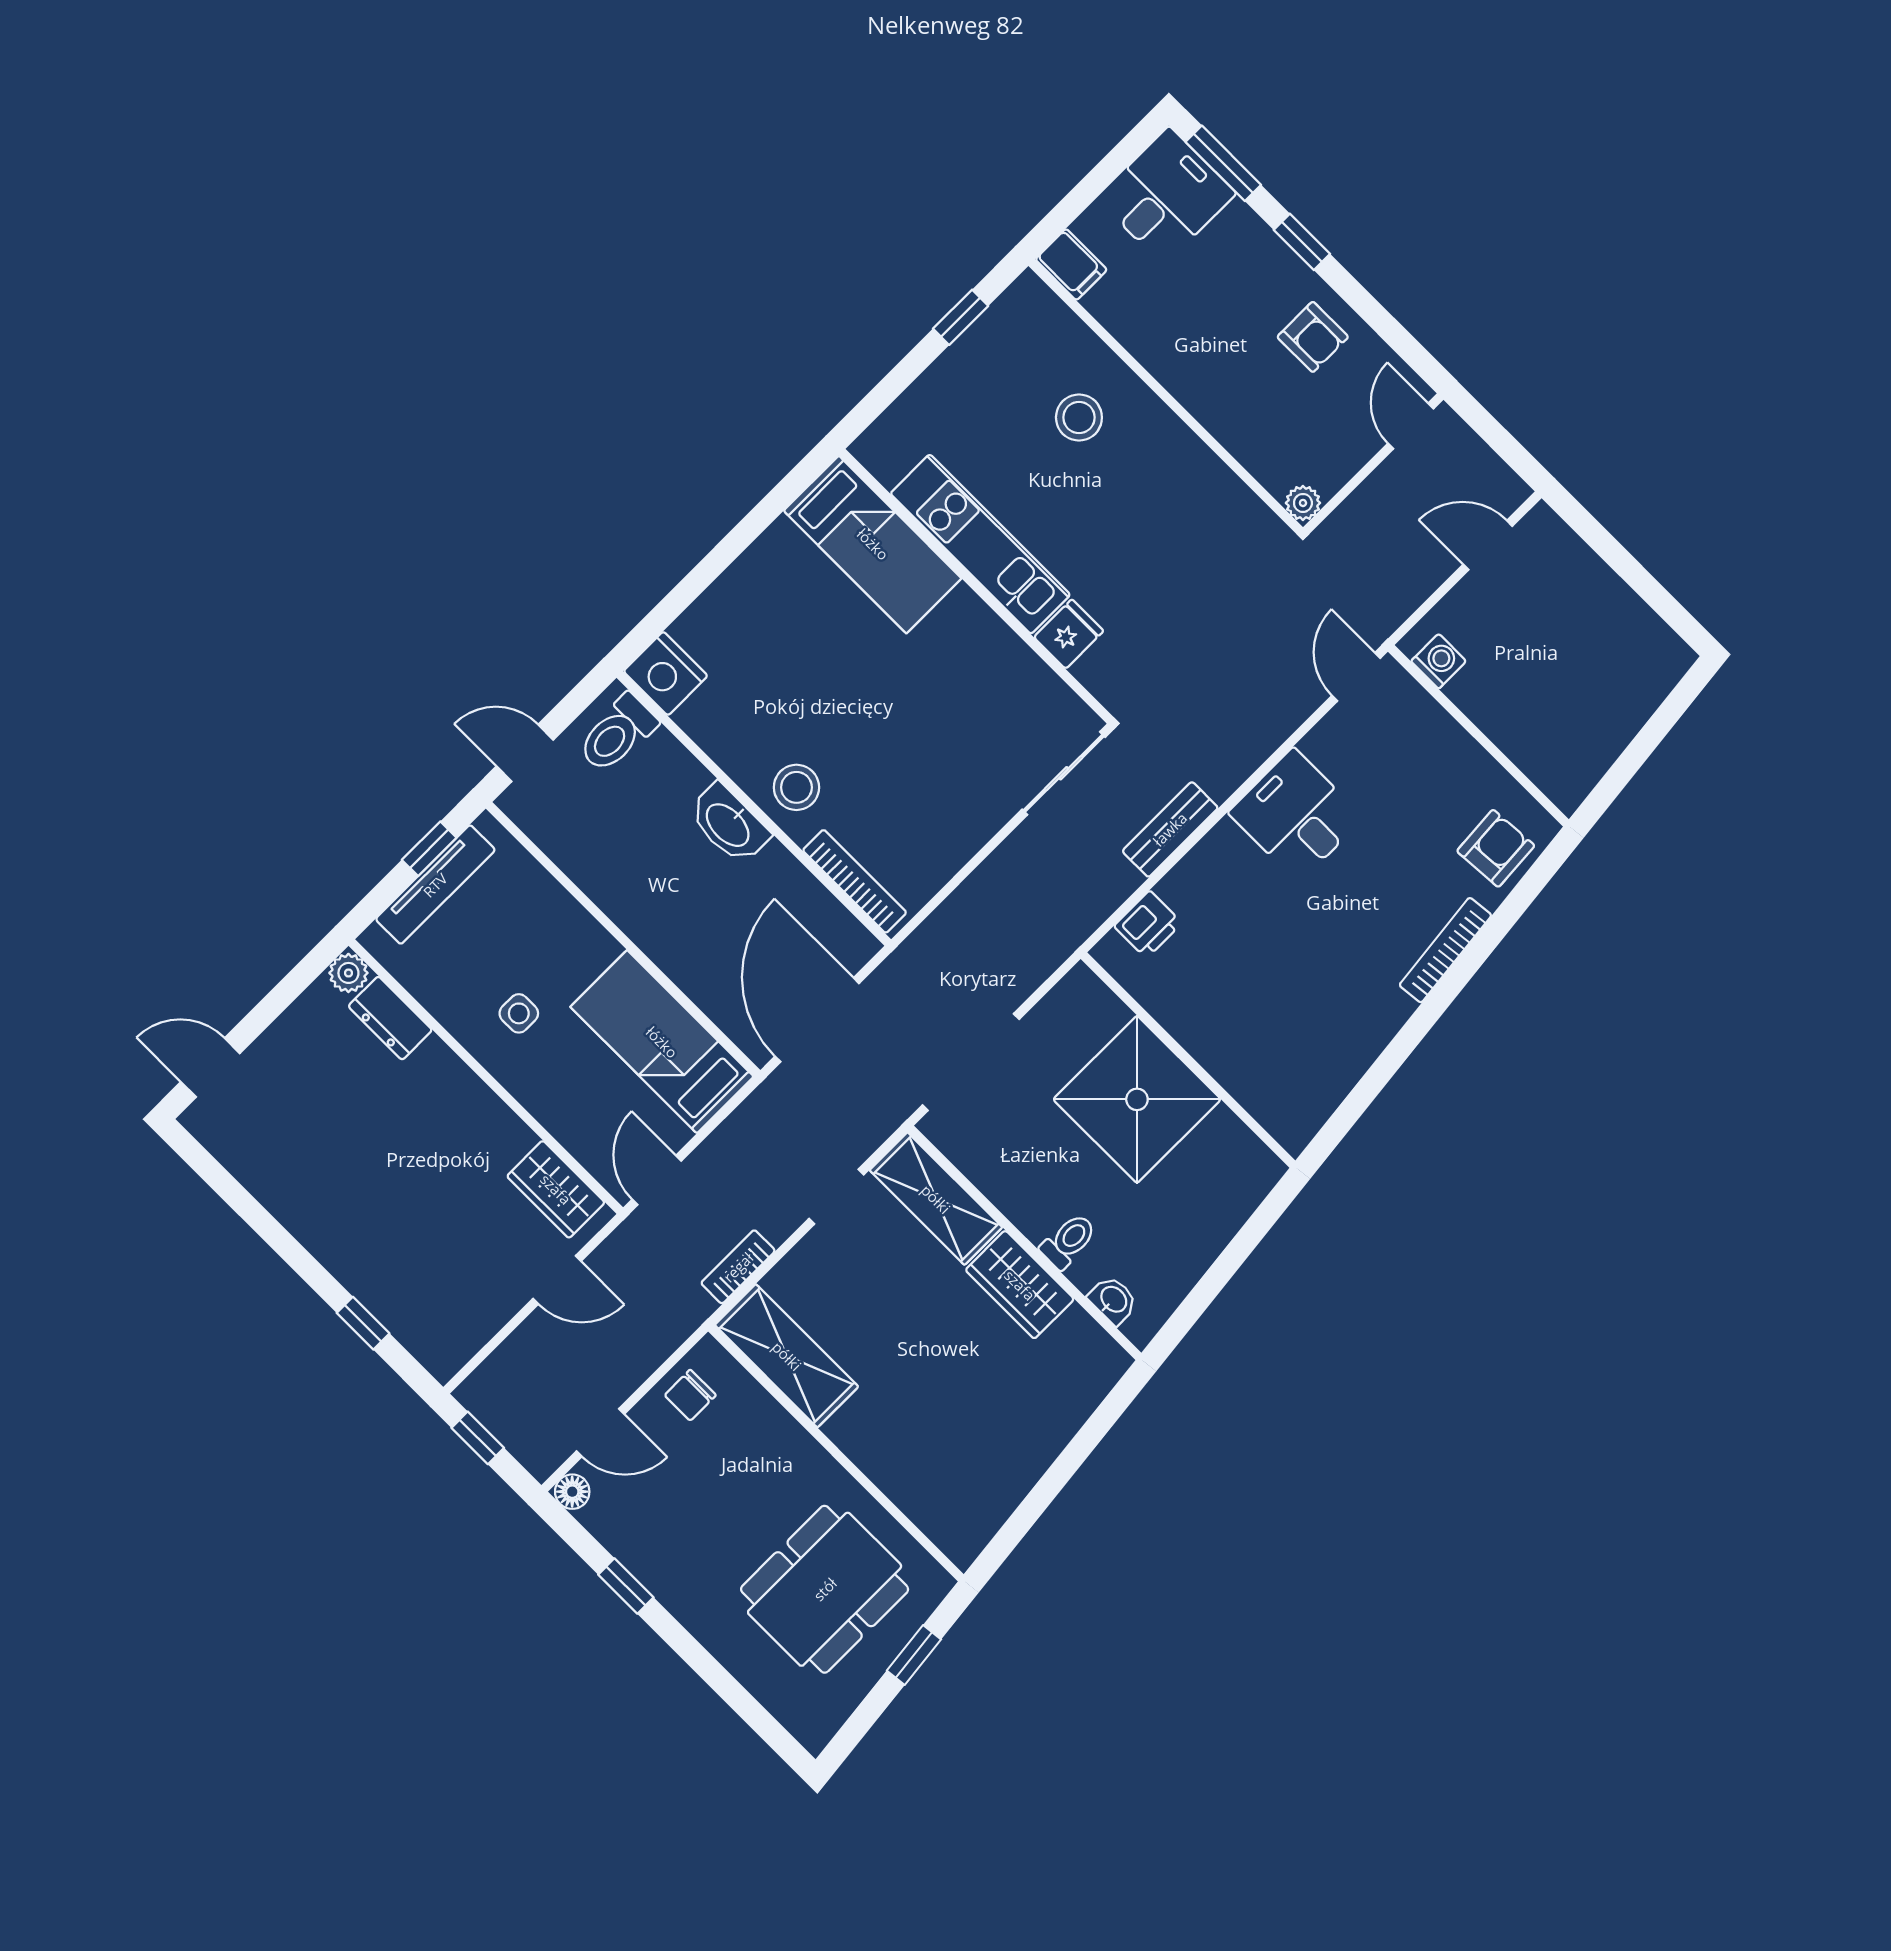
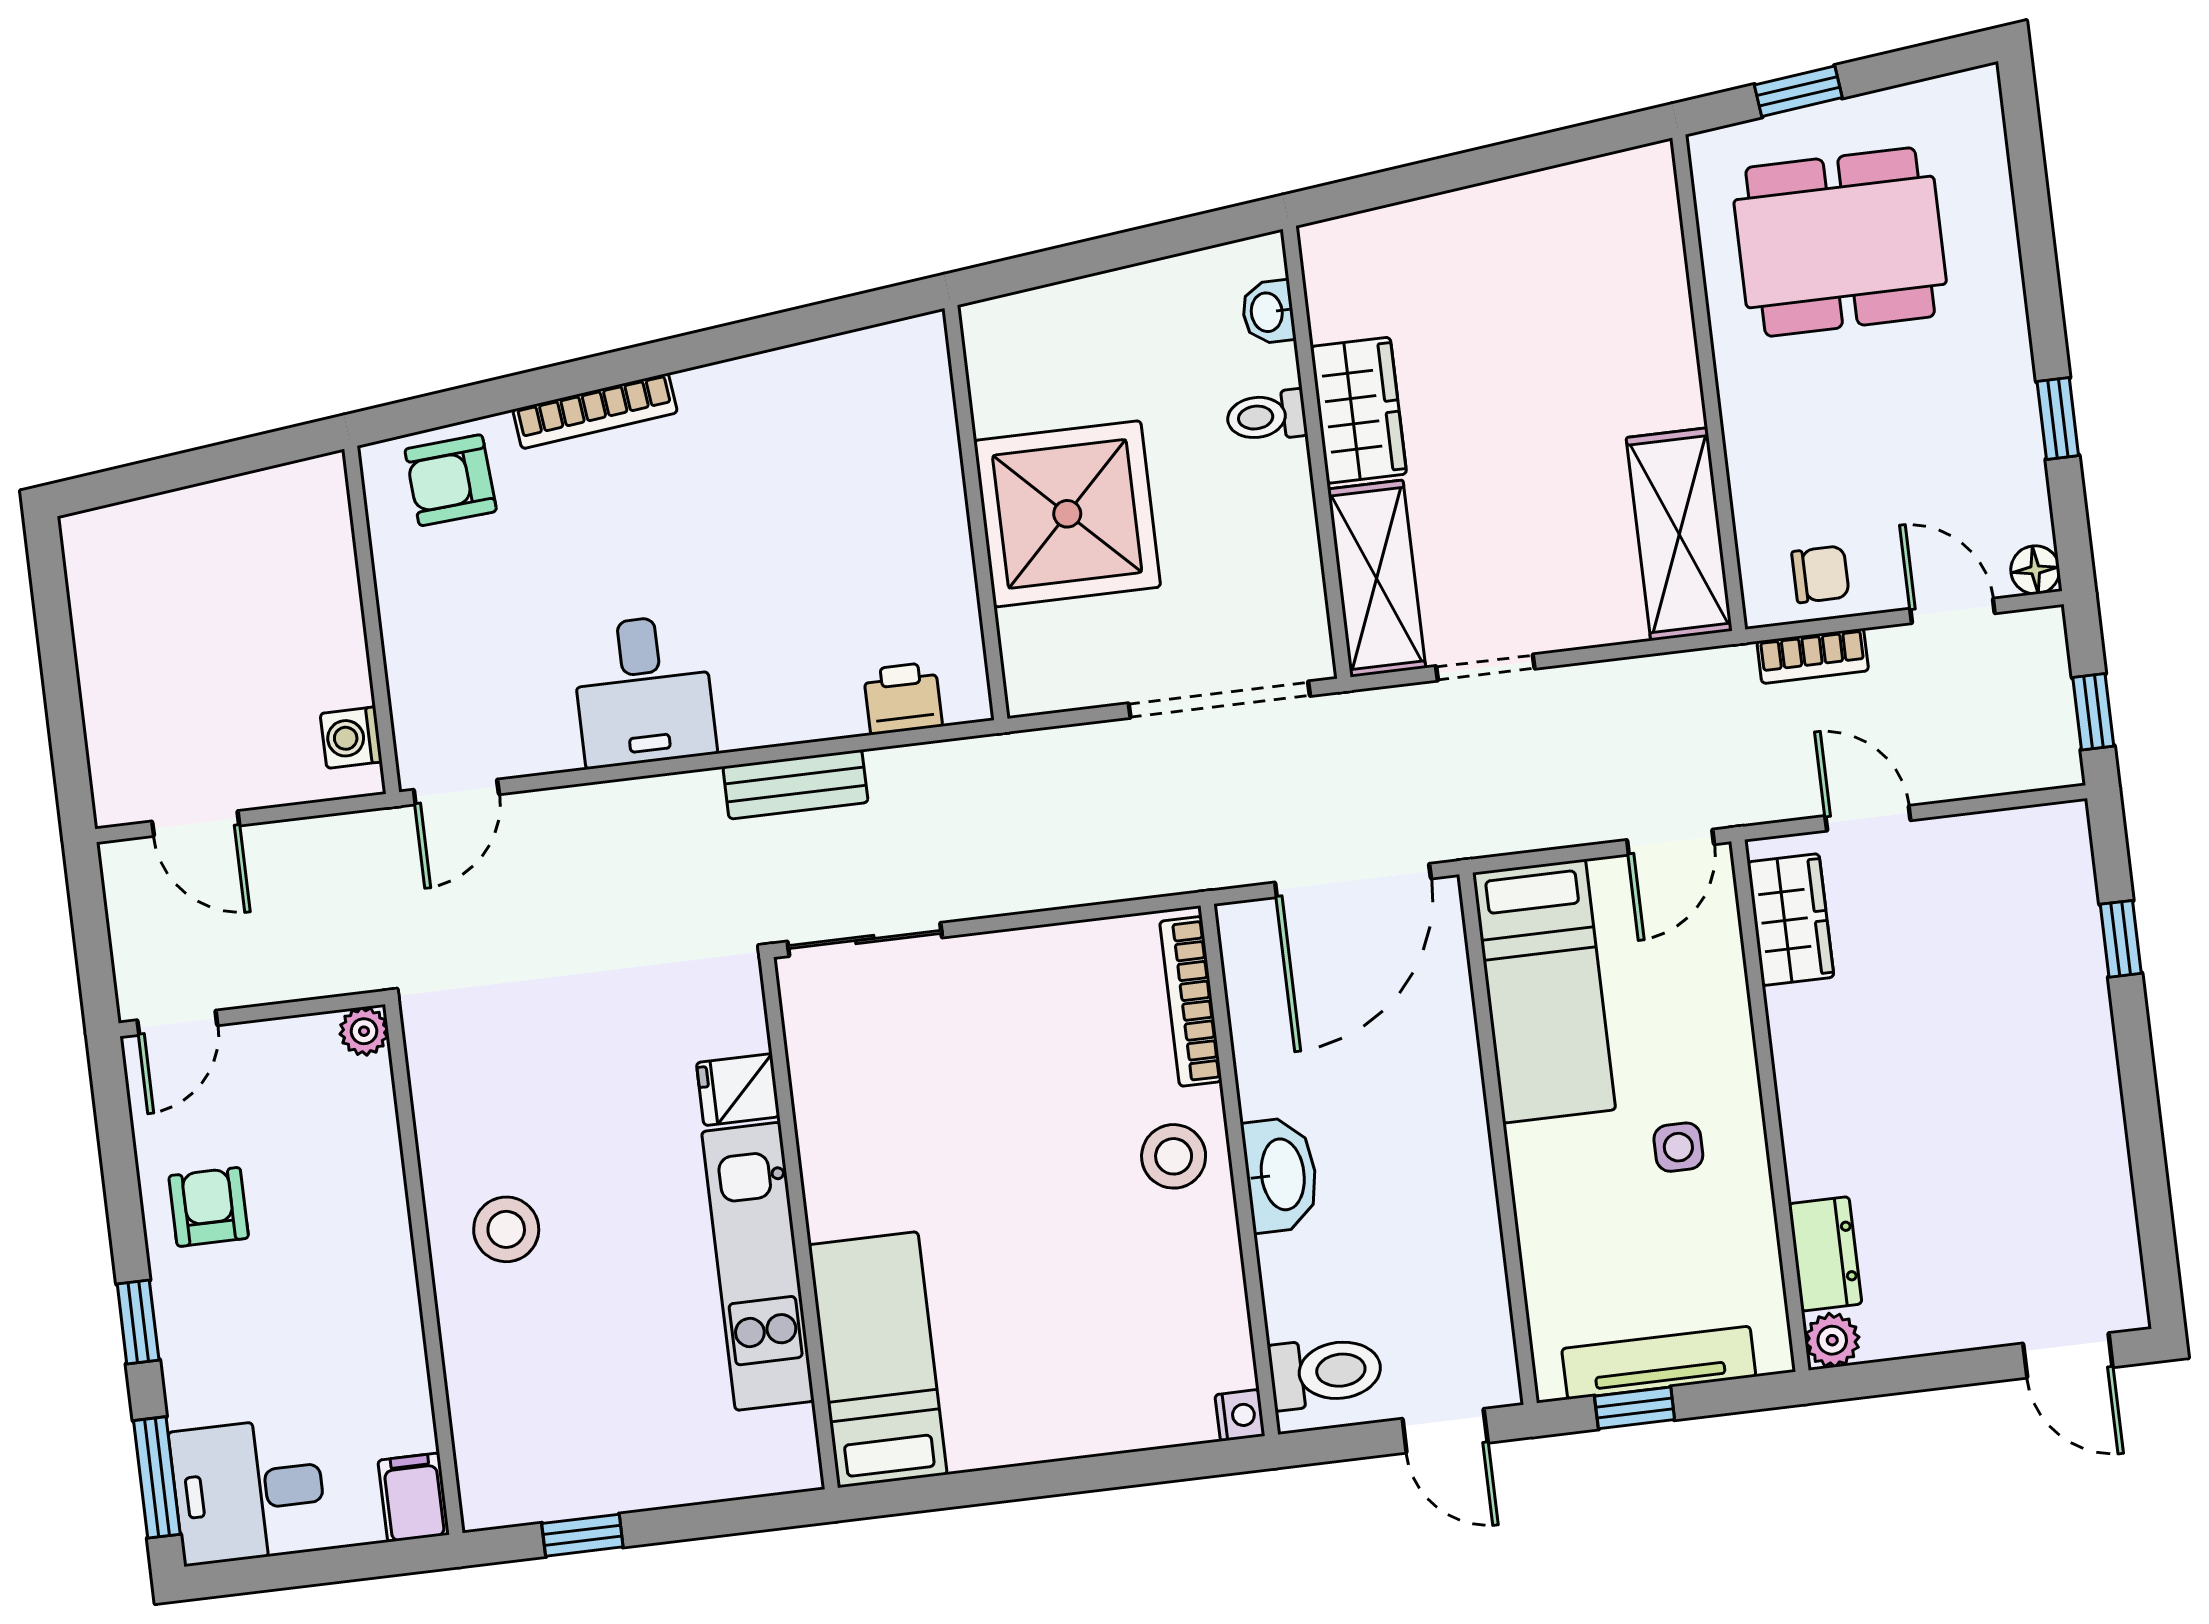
stool: (1079, 417) -> (506, 1229), moved
nightstand: (666, 673) -> (1240, 1415), width x0.53, depth x0.56
bookcase: (738, 1267) -> (1813, 656), moved

